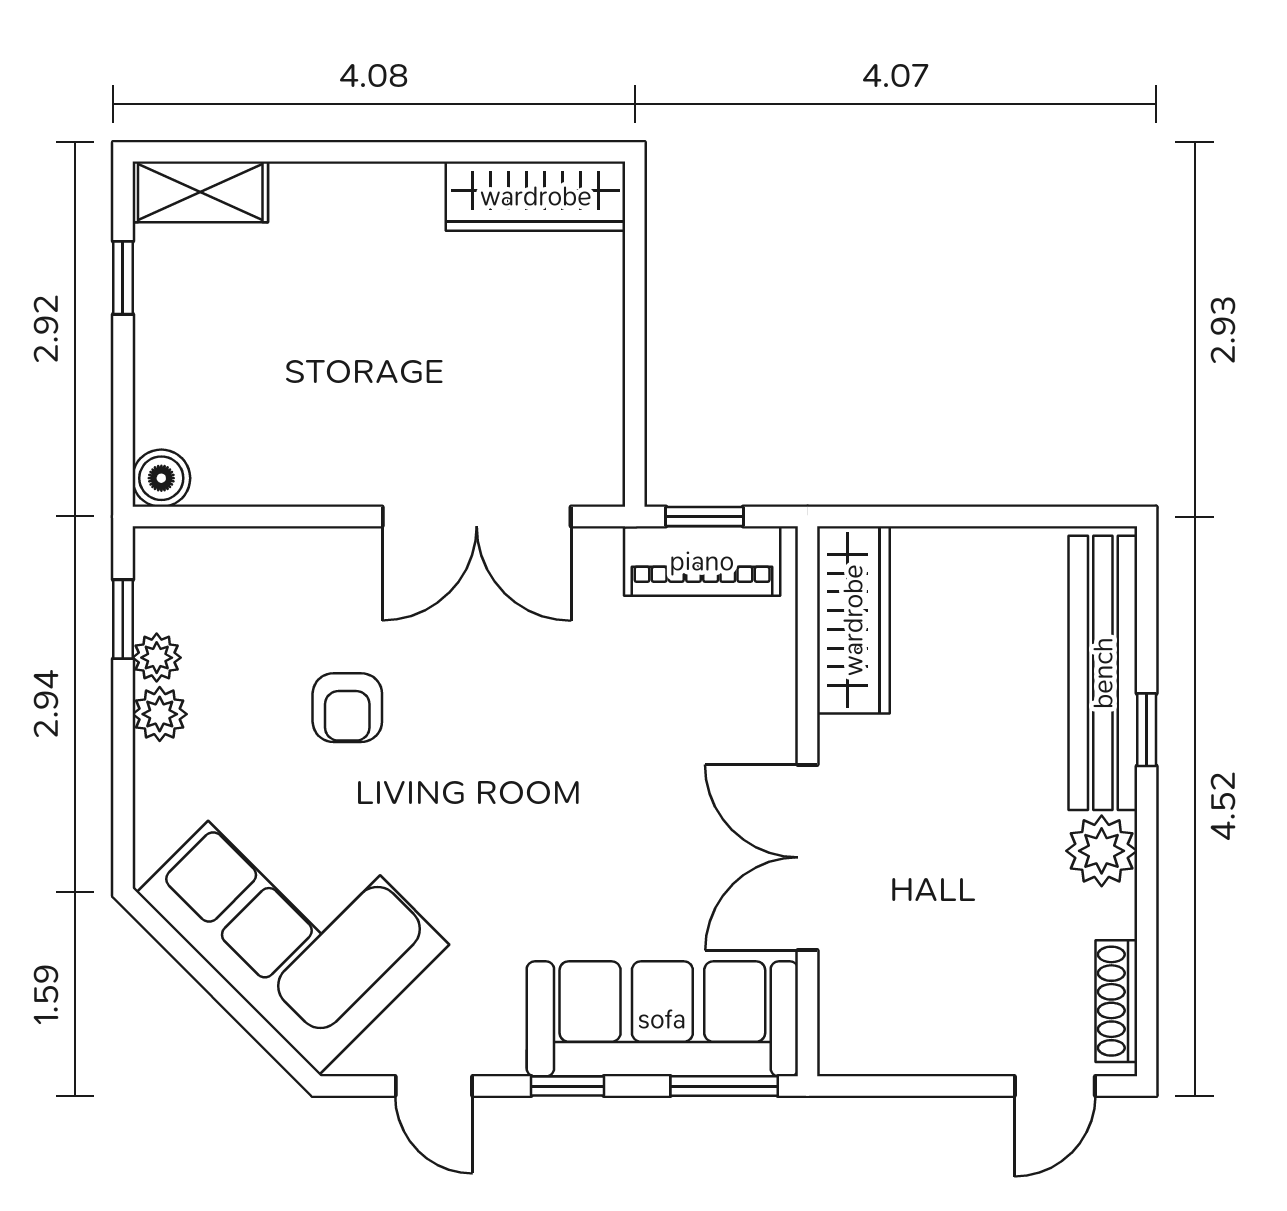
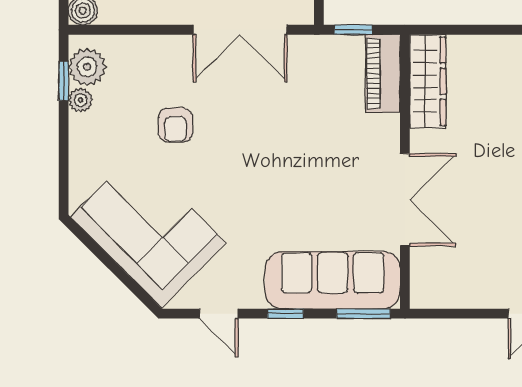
piano: (702, 561) -> (383, 73), moved, turned 90
plant: (160, 714) -> (87, 67), moved, width x1.38, depth x1.38
double door: (808, 857) -> (405, 200), swing flipped

